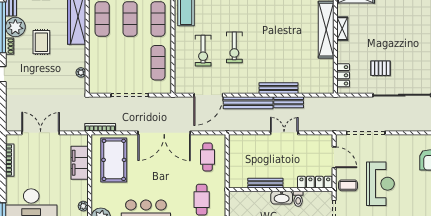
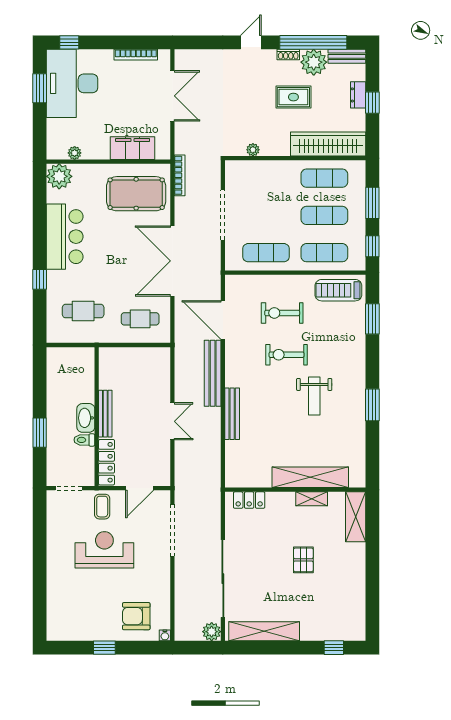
weight bench: (265, 27) -> (314, 396), added
pallet: (380, 68) -> (303, 560), moved
bench: (289, 102) -> (213, 427), removed
bench: (265, 183) -> (105, 414), moved
reception desk: (380, 184) -> (104, 550), turned 180

